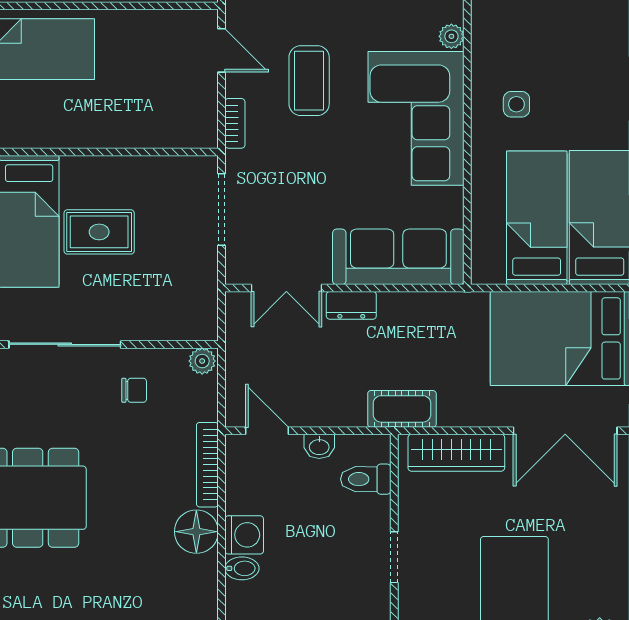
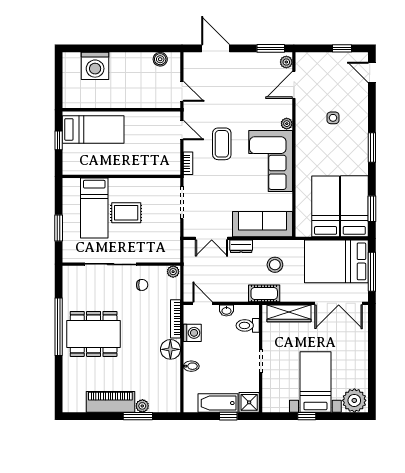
side table: (516, 104) -> (333, 118), moved
stool: (425, 346) -> (275, 265), added
washing machine: (244, 535) -> (192, 333), moved

